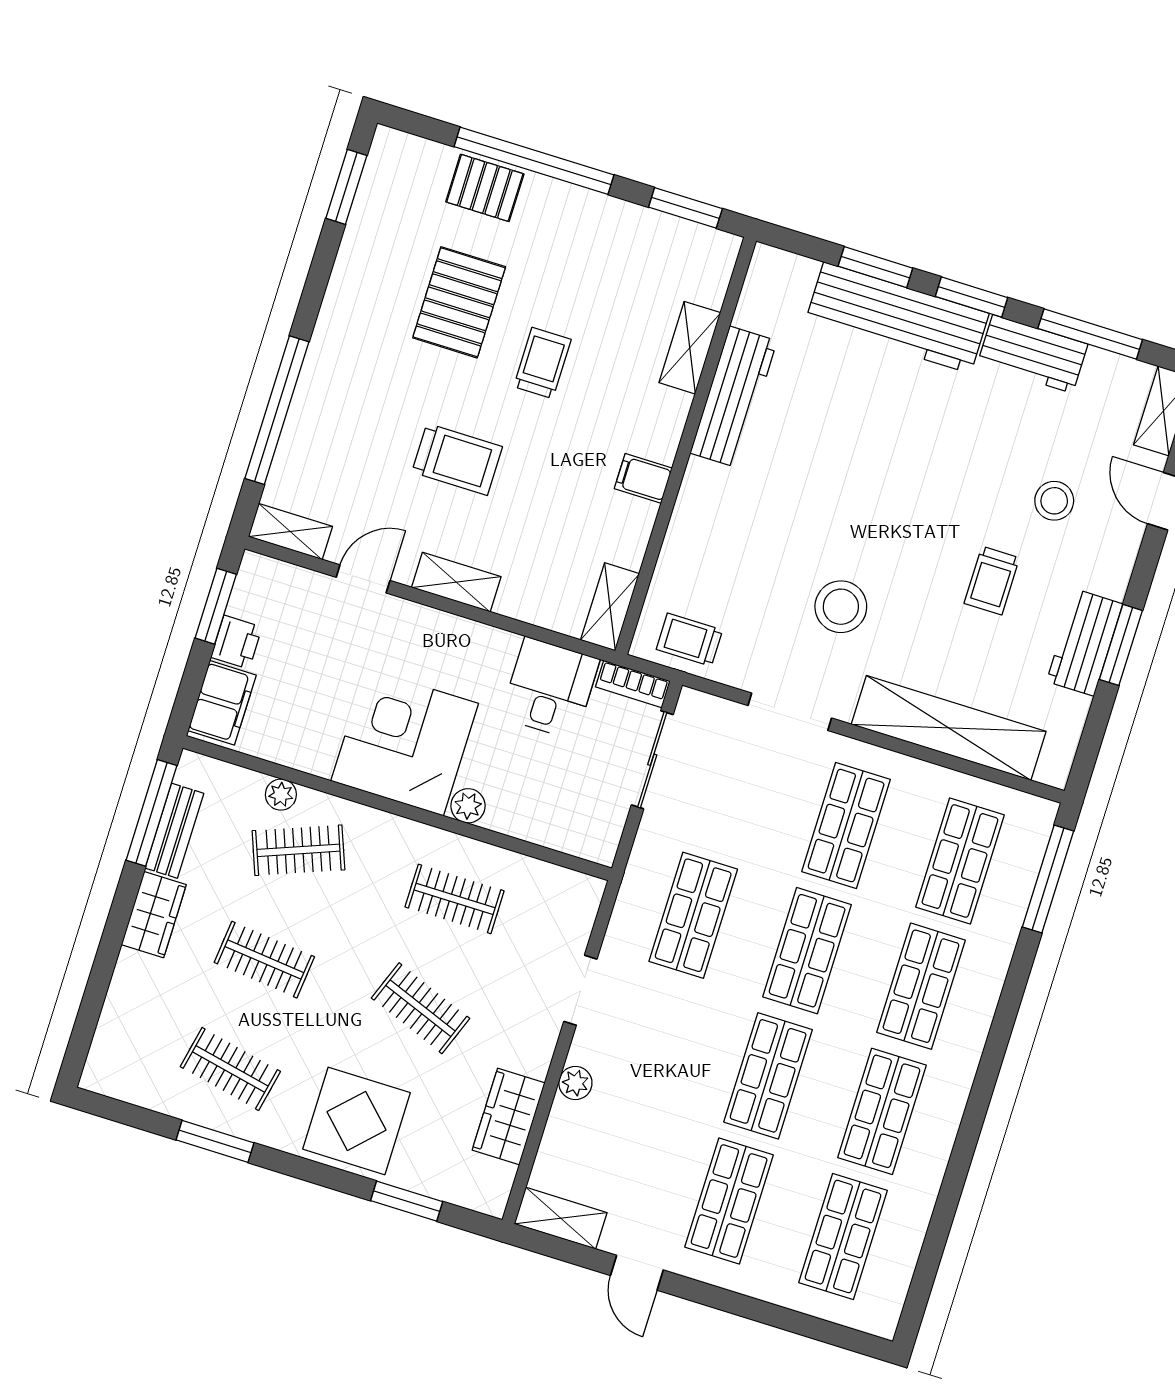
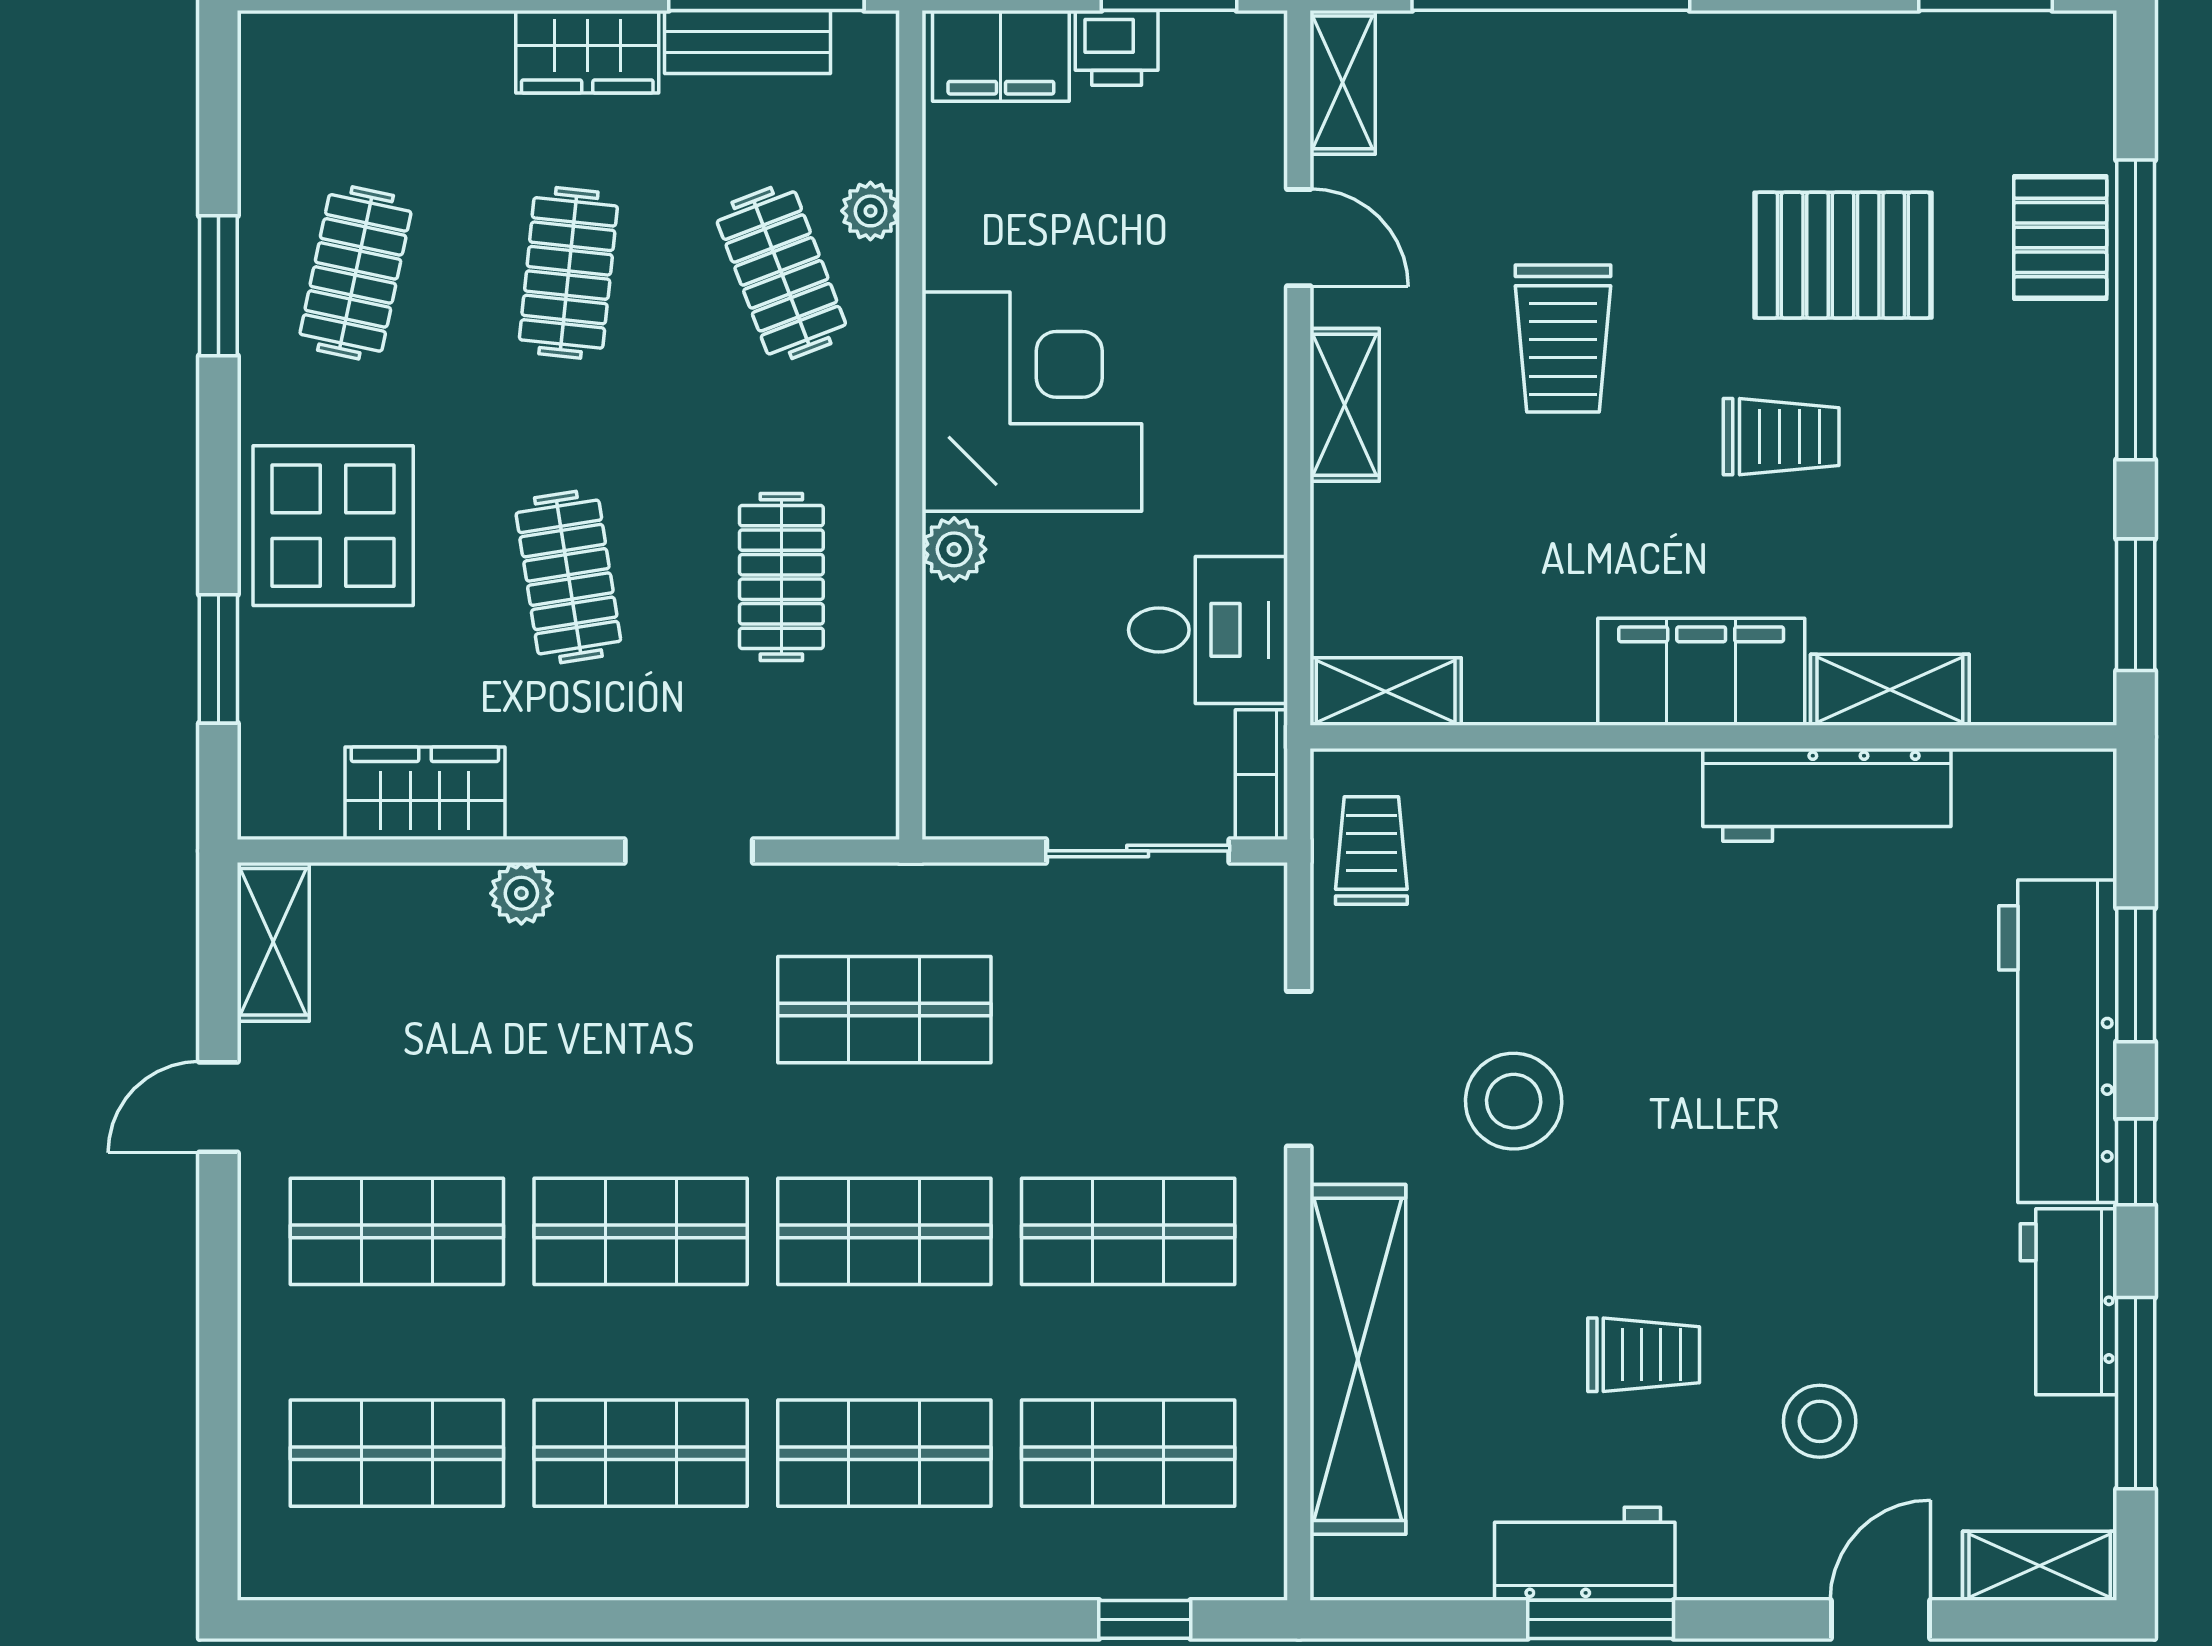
window: (971, 297) -> (2136, 1162), width x0.67
filing cabinet: (643, 478) -> (1701, 672), width x3.00, depth x1.17
trolley: (992, 581) -> (1644, 1355), turned 180
window: (1048, 879) -> (1145, 1619), width x0.46
clothes rail: (420, 1008) -> (568, 577), turned -30

